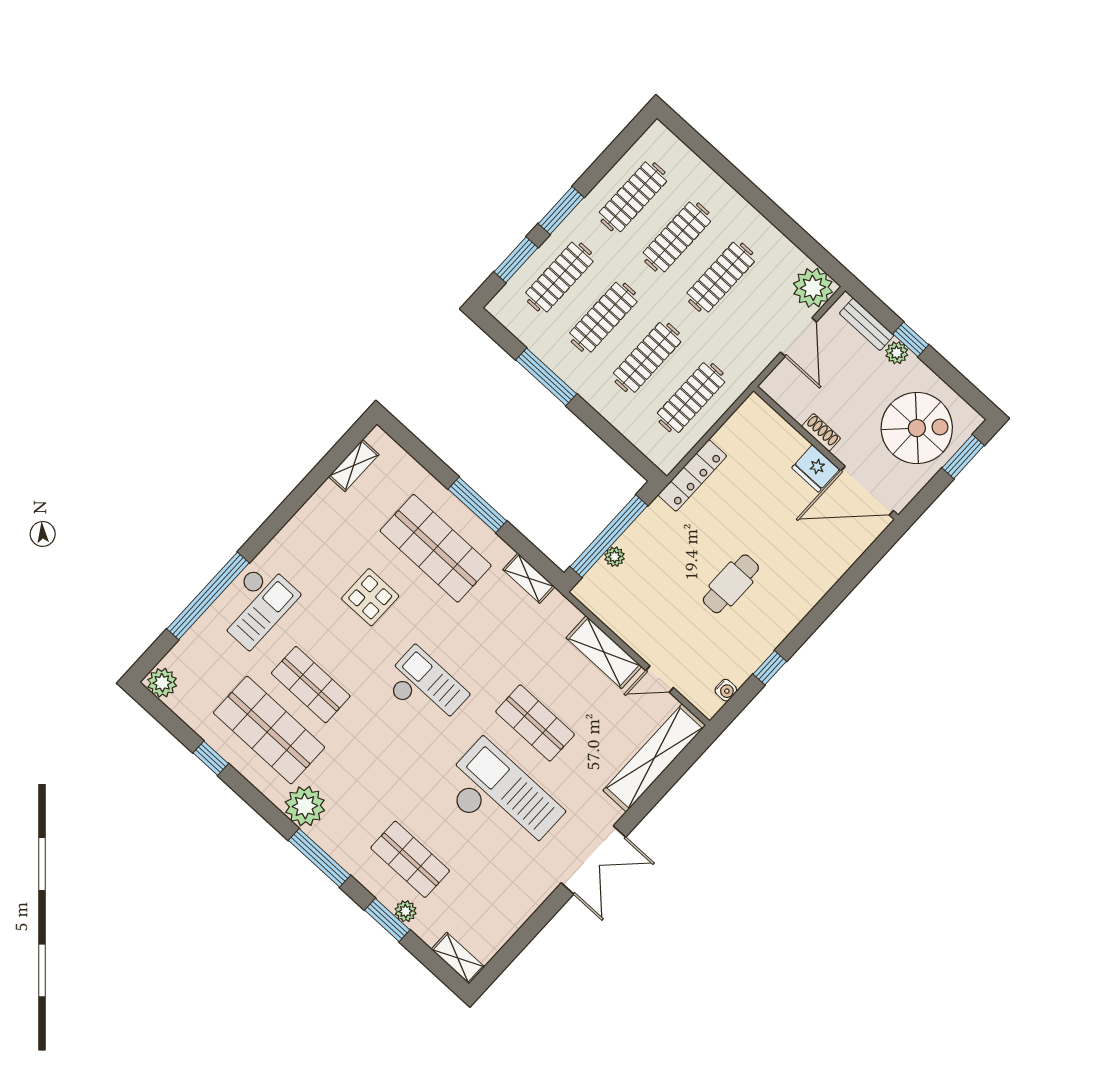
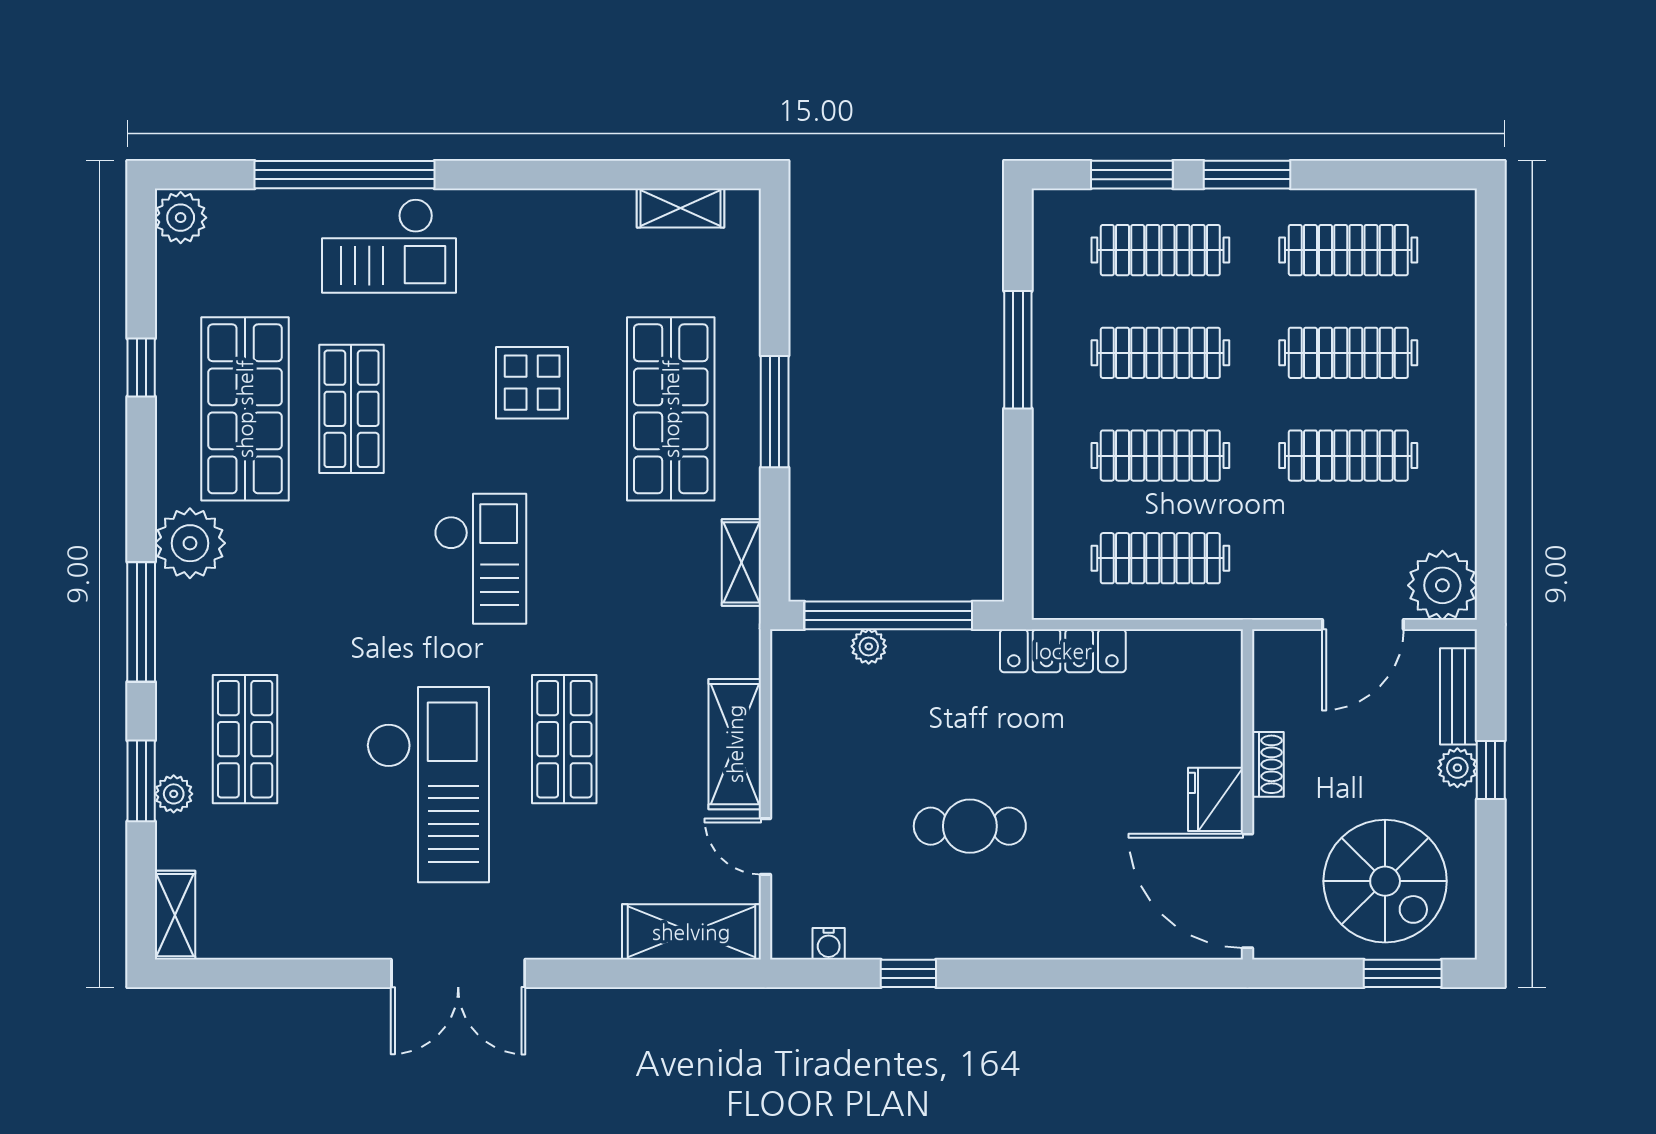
shelving: (654, 758) -> (691, 932), width x0.68

